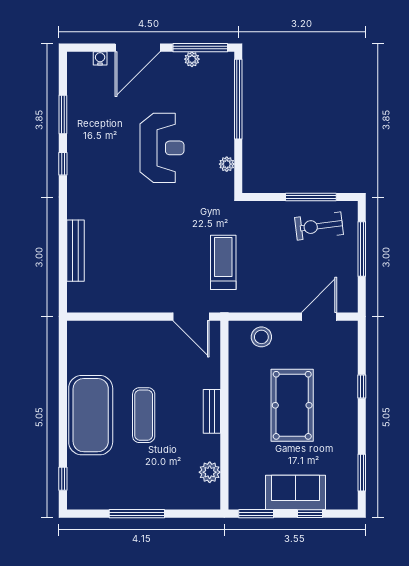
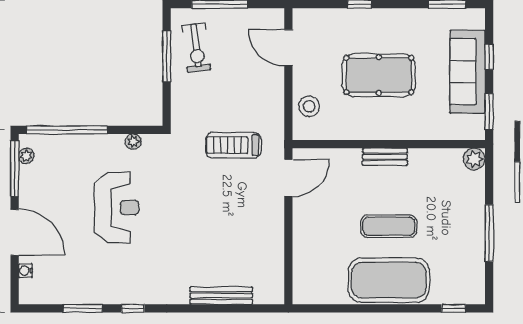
plant: (192, 59) -> (26, 156), moved
reception desk: (162, 148) -> (117, 208), turned 90
plant: (210, 472) -> (474, 159), moved
sofa: (295, 492) -> (467, 72), width x1.36

